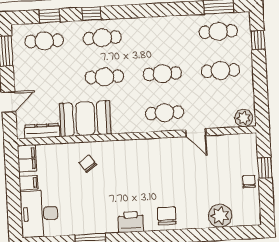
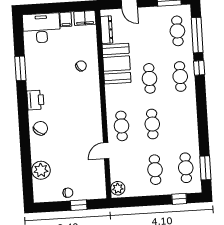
window: (50, 16) -> (197, 35), width x2.17
chair: (167, 216) -> (40, 128), turned -53

